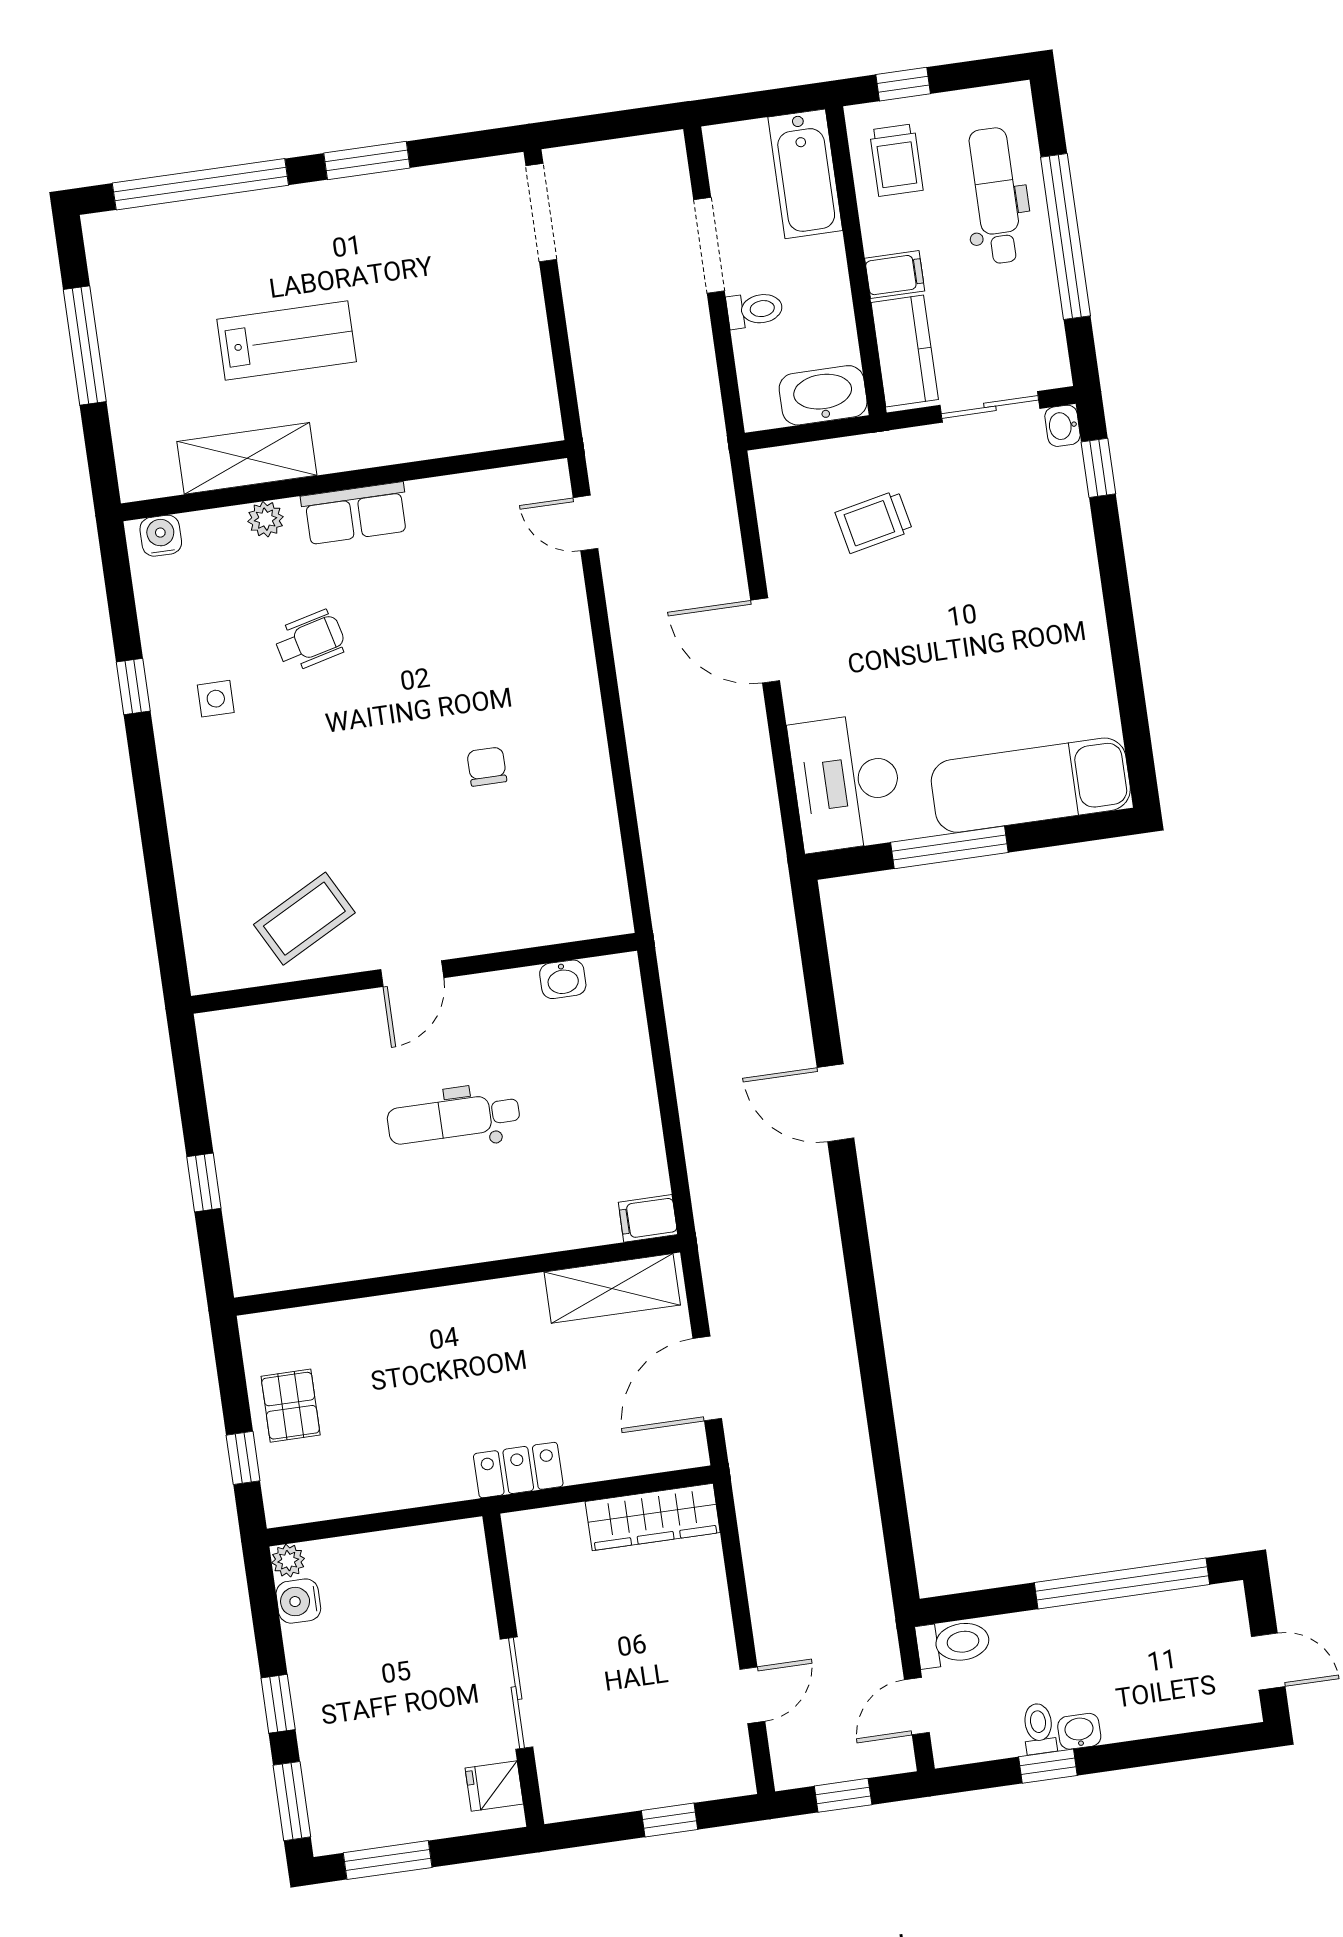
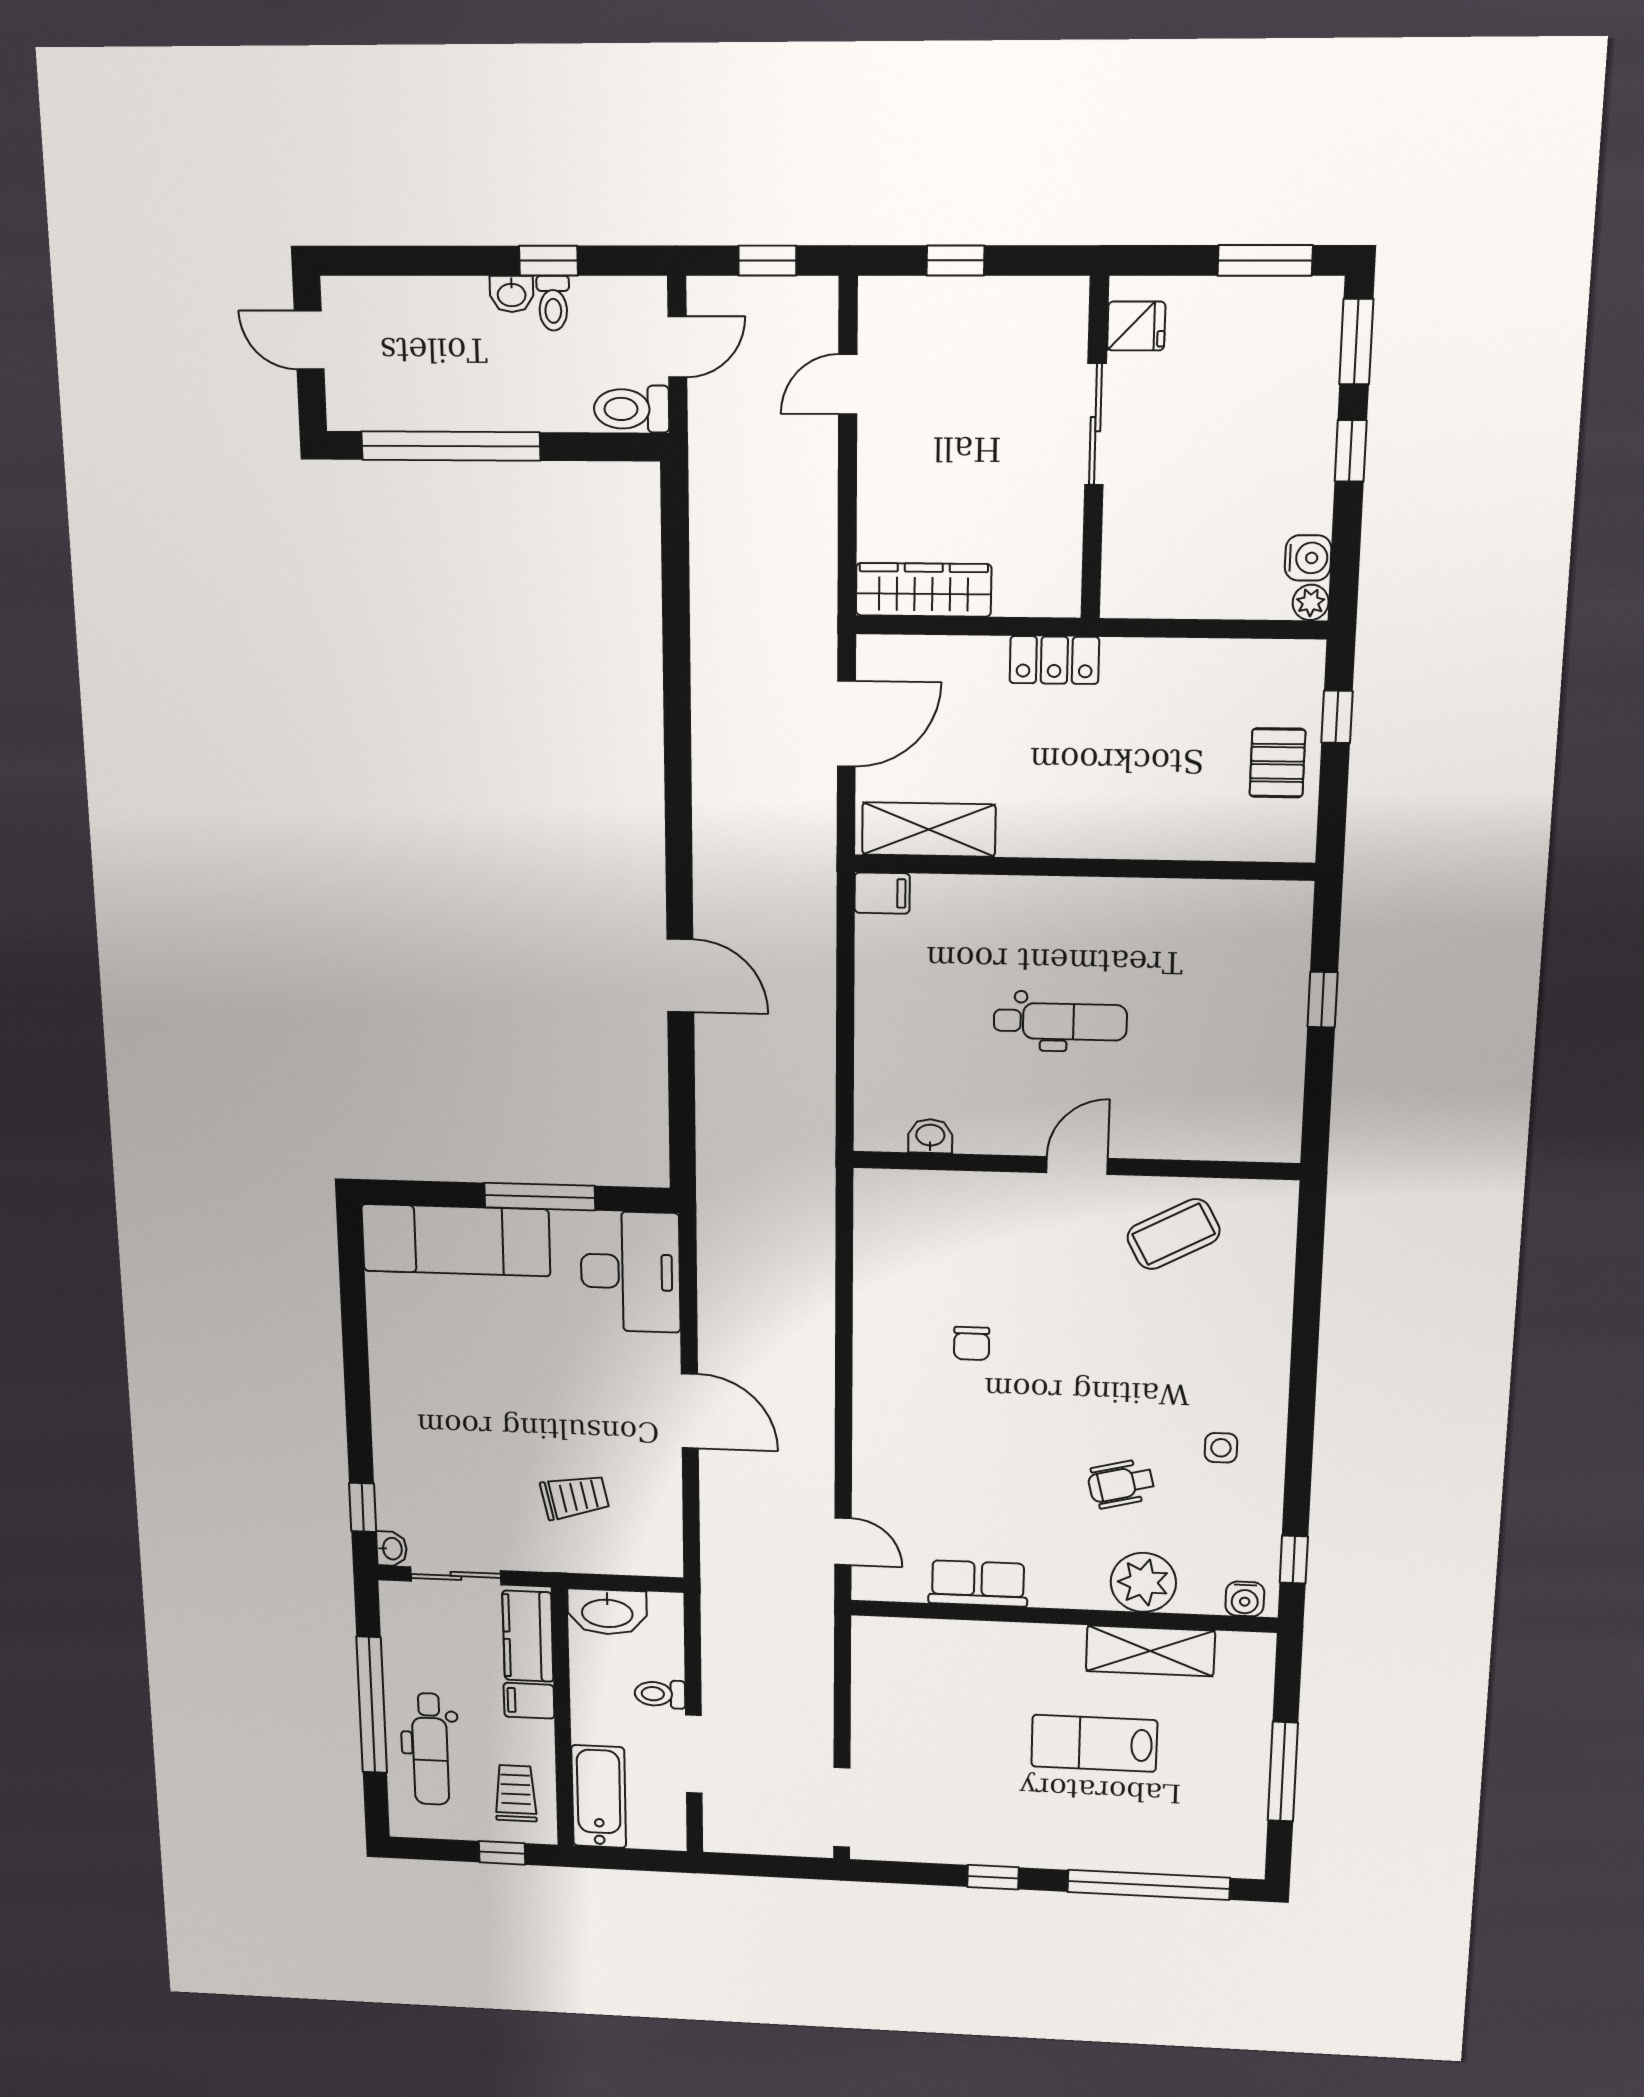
window: (367, 160) -> (993, 1877), width x0.67
row of seats: (355, 513) -> (978, 1584), moved
plant: (266, 519) -> (1143, 1582), width x1.88, depth x1.88
window: (133, 686) -> (1294, 1559), moved

